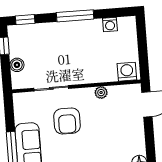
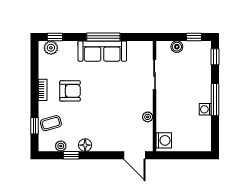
washing machine: (110, 24) -> (205, 109), moved
armchair: (67, 121) -> (125, 86), removed

